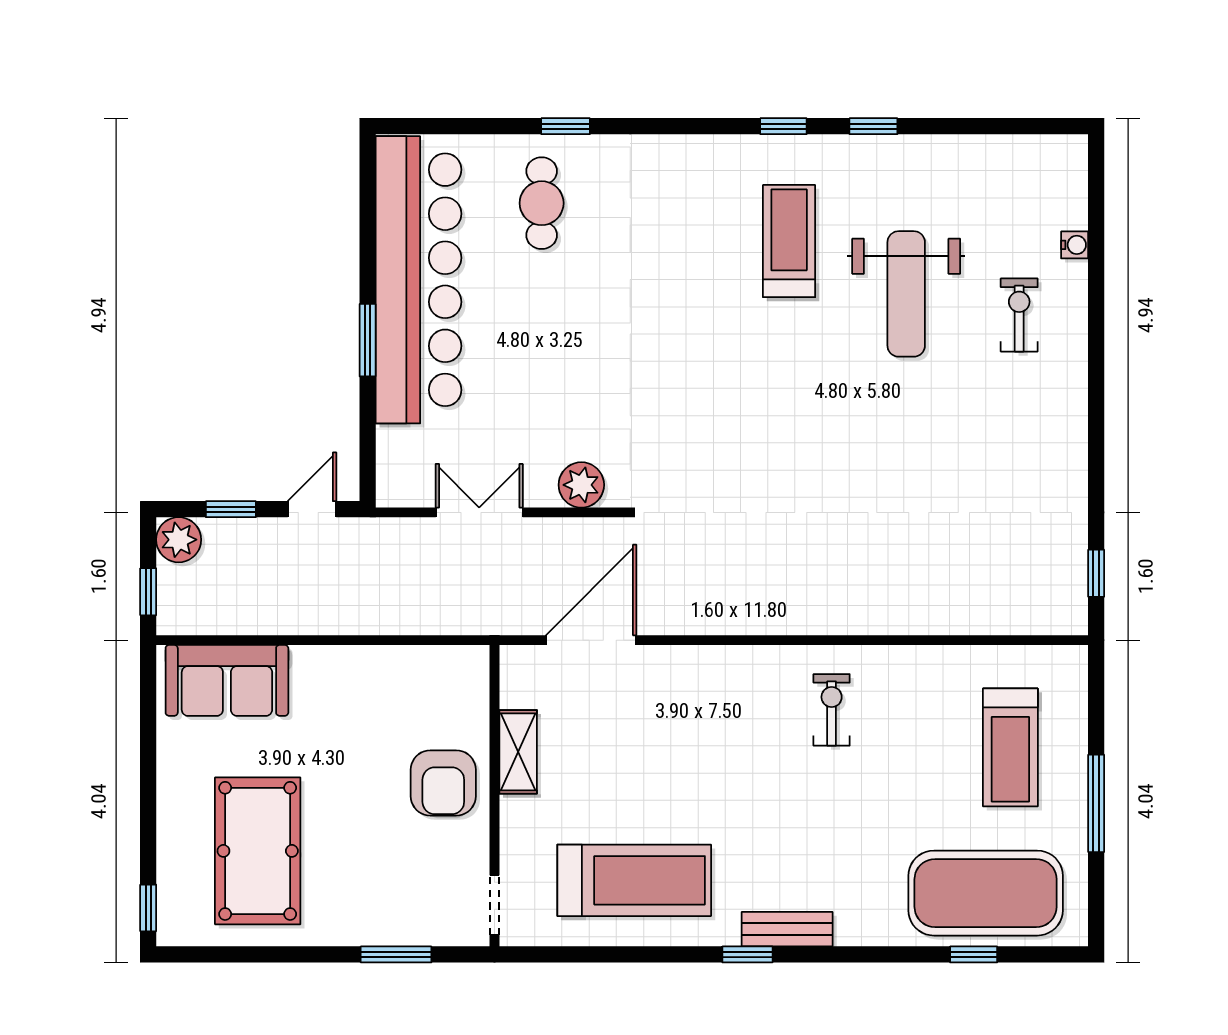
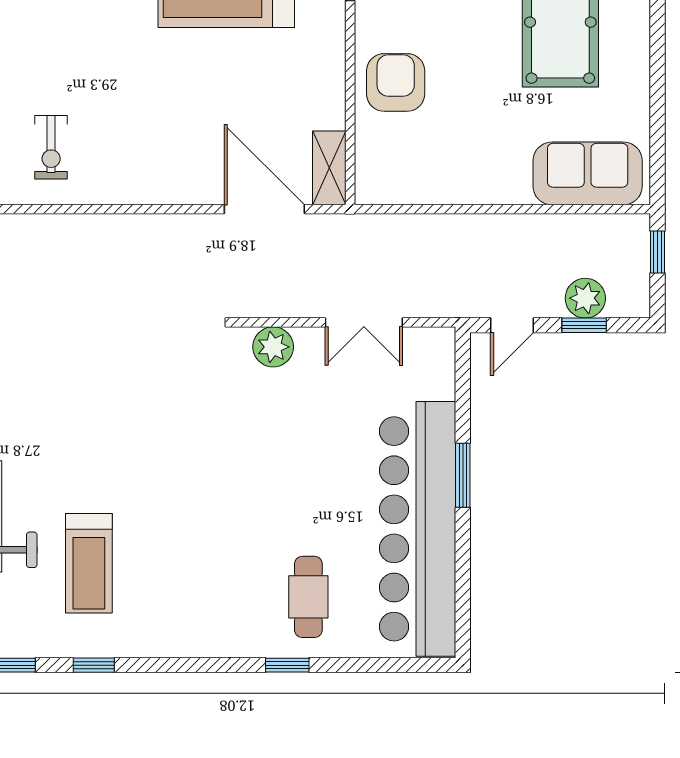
plant: (179, 540) -> (585, 298), moved
door: (591, 640) -> (264, 209), swing flipped
shelving: (518, 752) -> (329, 168), moved

